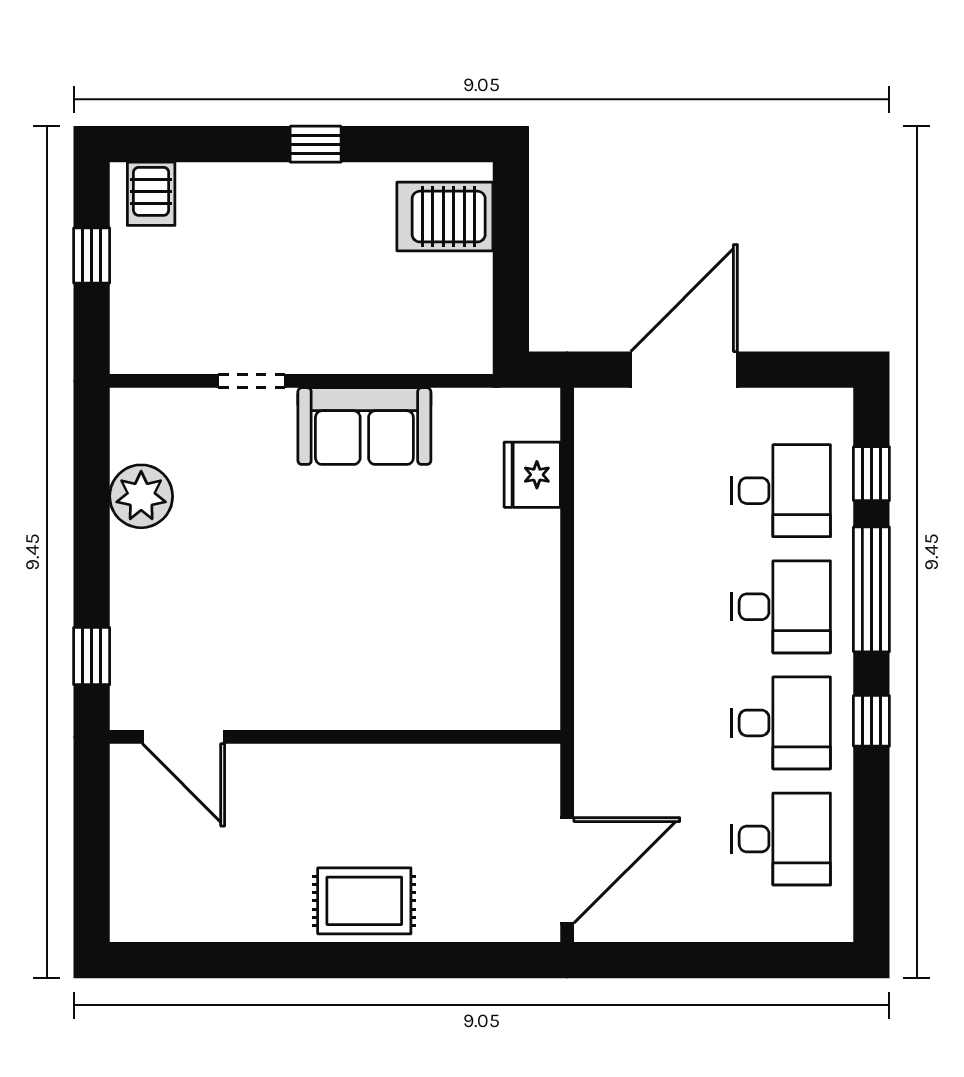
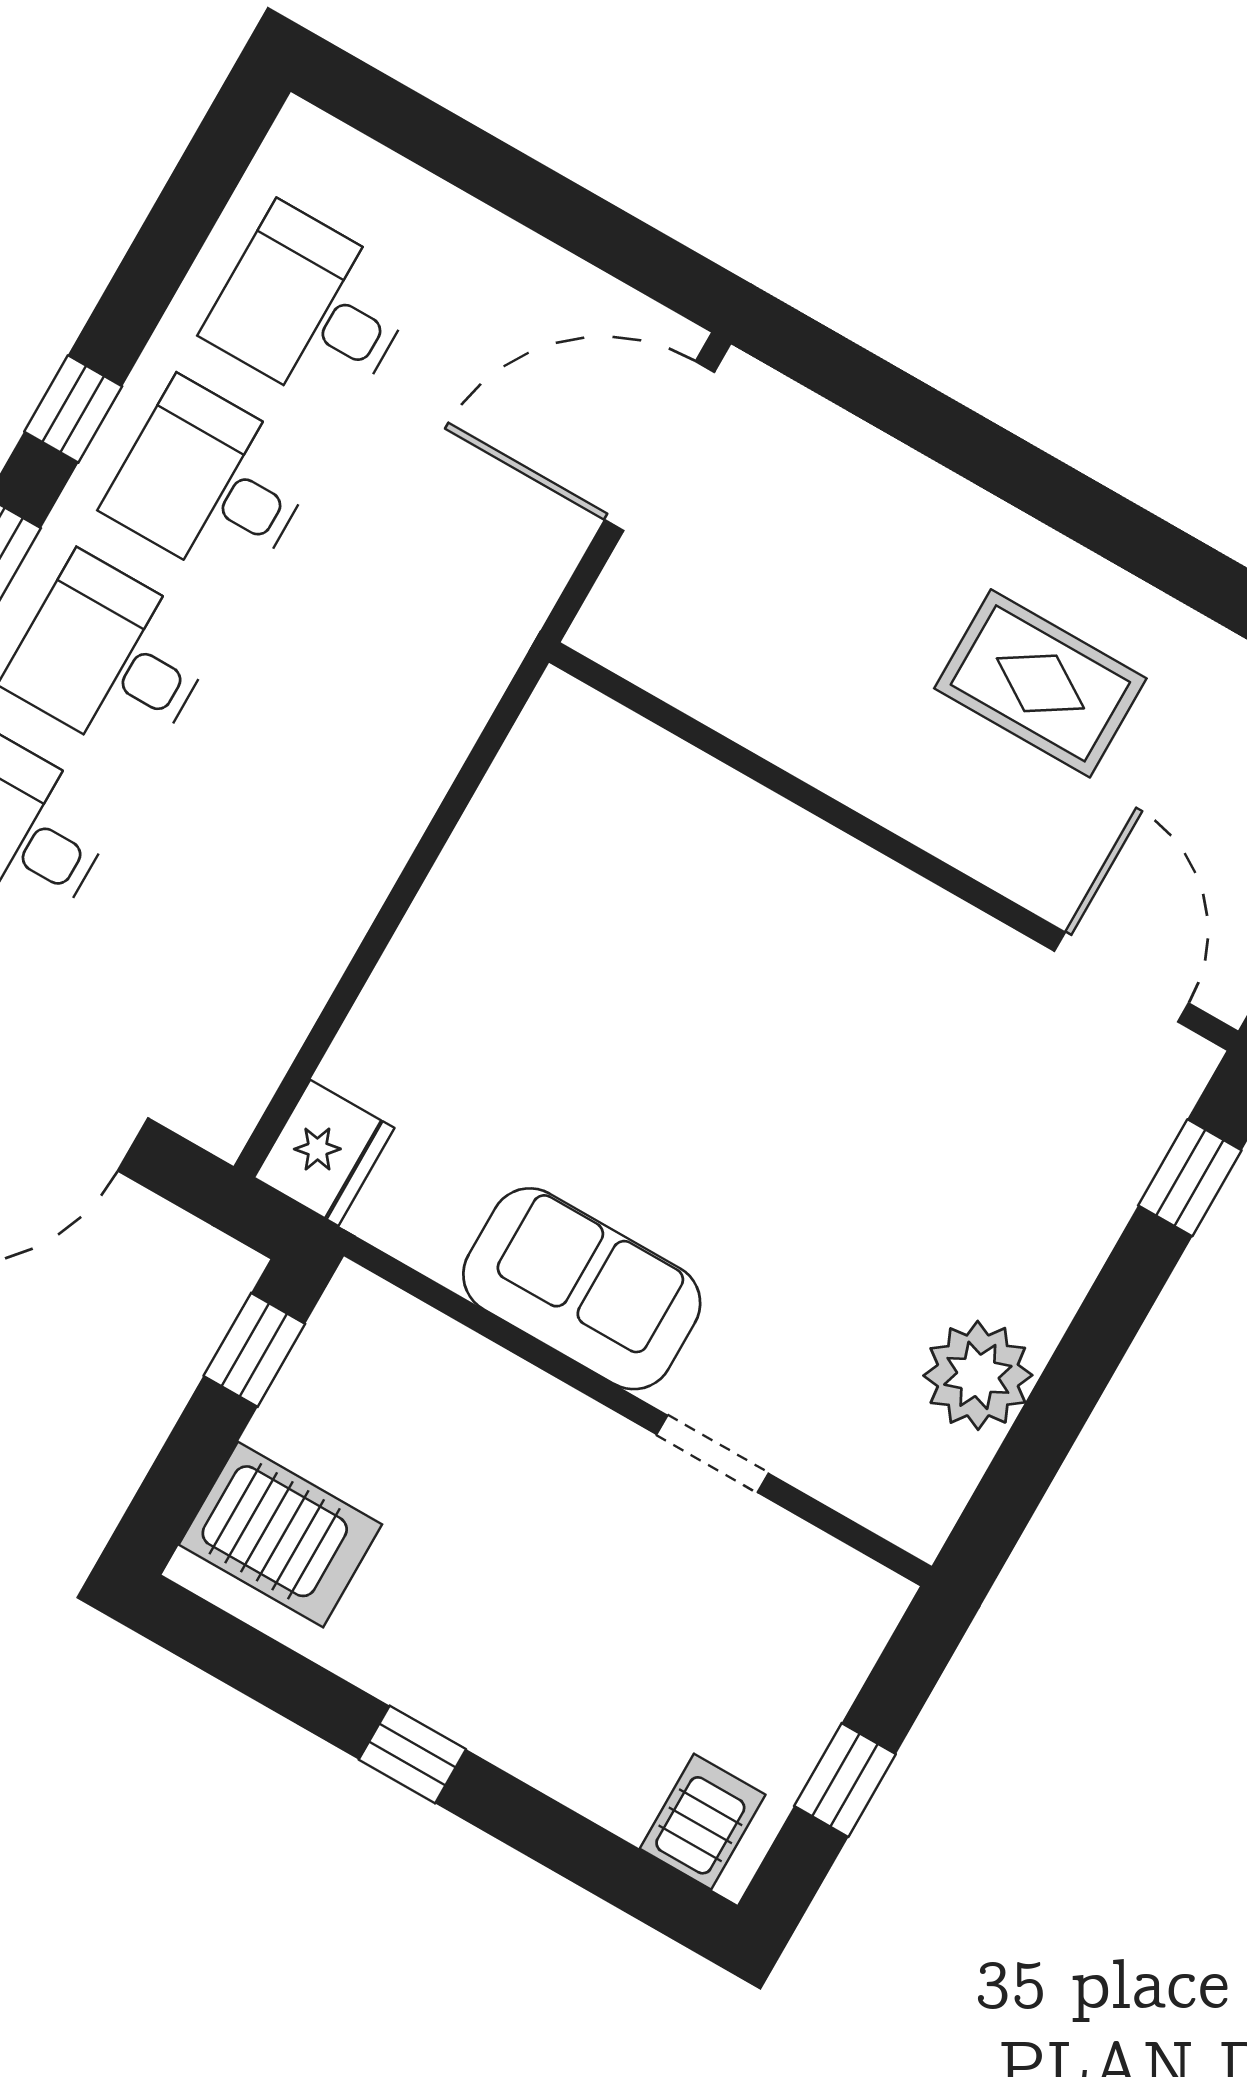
window: (511, 302) -> (254, 1350), added
fridge: (532, 475) -> (324, 1153), moved
rug: (364, 901) -> (1040, 683), moved

